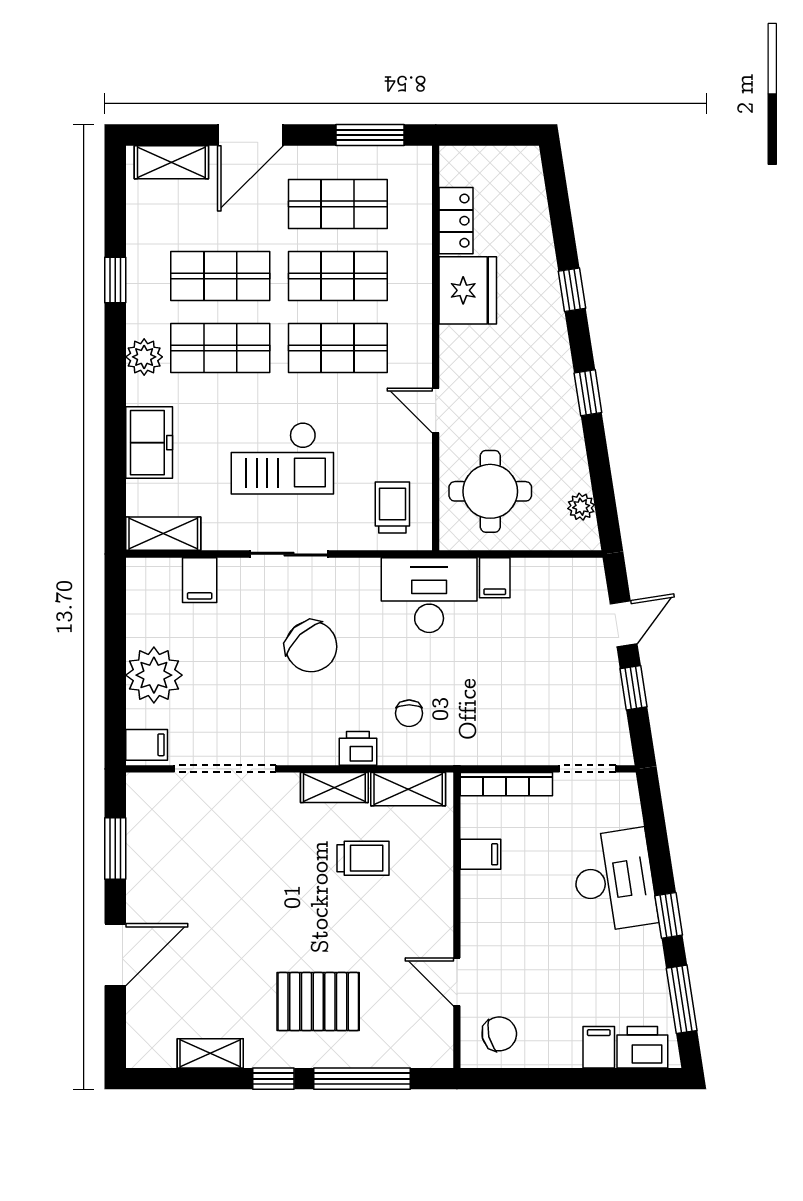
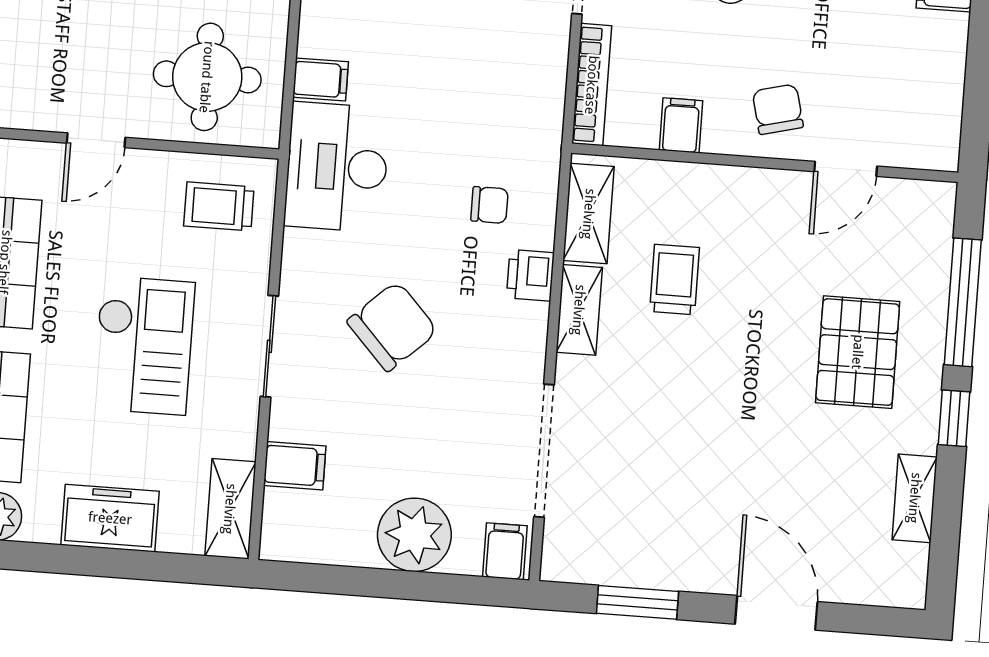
chair: (499, 1034) -> (778, 109), moved

